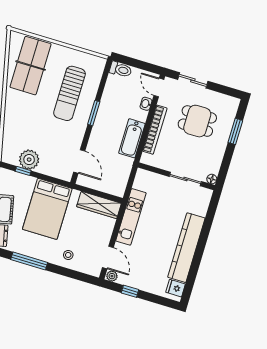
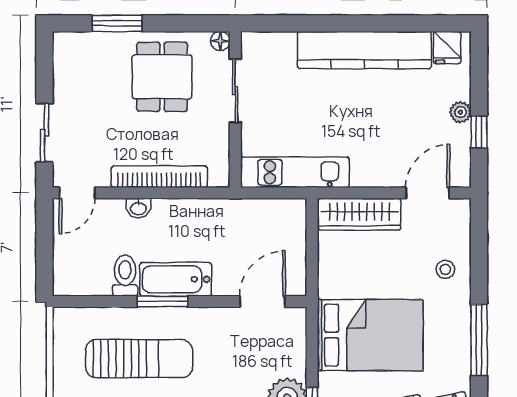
toilet: (121, 70) -> (125, 276), moved
washbasin: (146, 104) -> (138, 208), moved
dining table: (197, 121) -> (162, 77), moved
bathtub: (132, 138) -> (176, 279), moved, turned 180
wardrobe: (99, 205) -> (359, 214), moved, turned 90
kitchen unit: (131, 217) -> (295, 172), moved
plant: (112, 276) -> (460, 112), moved

